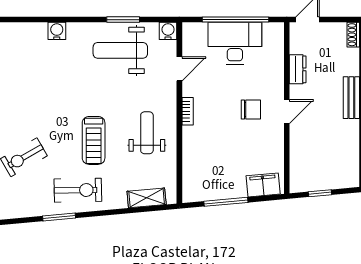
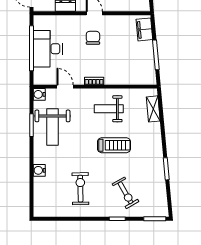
exercise bike: (78, 190) -> (80, 189), moved

